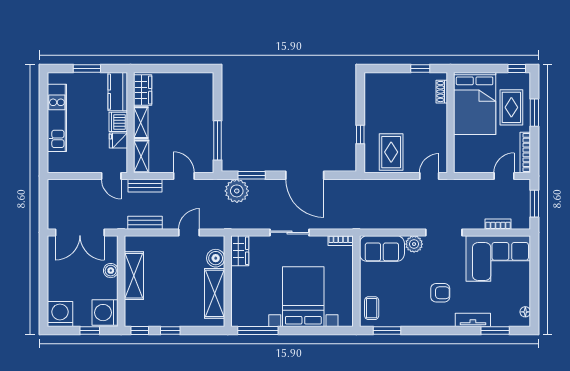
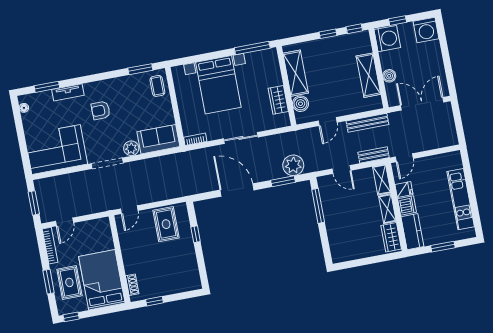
door: (111, 176) -> (404, 158), swing flipped
bench: (145, 223) -> (367, 123), width x1.36
bookcase: (498, 224) -> (62, 179), removed
wardrobe: (240, 251) -> (278, 100), moved

